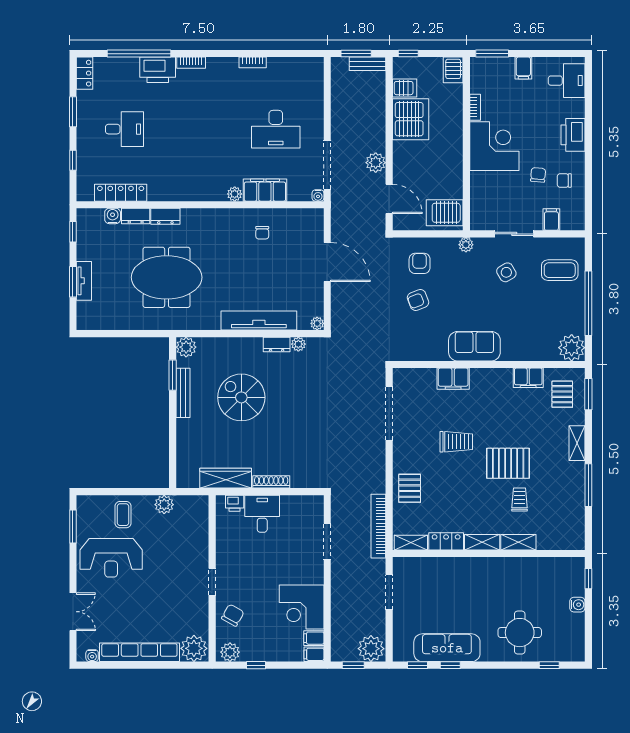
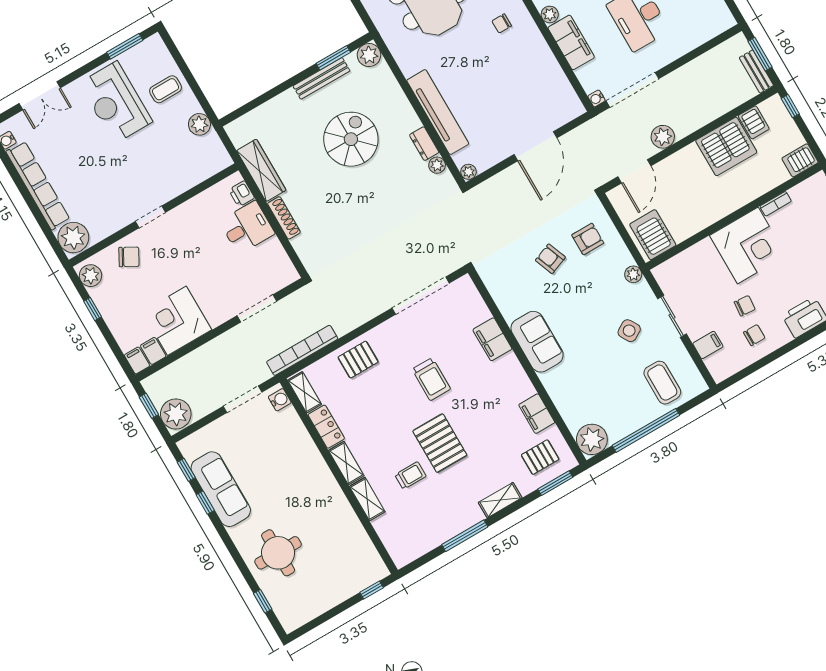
chair: (564, 181) -> (754, 335), turned 90
chair: (262, 233) -> (502, 23), moved
water cooler: (577, 605) -> (280, 400), moved, turned -90

